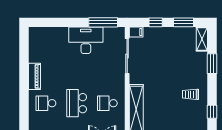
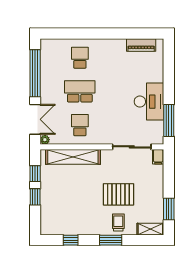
window: (156, 22) -> (169, 178), removed
window: (212, 64) -> (111, 240), moved
pallet: (170, 68) -> (118, 194), added
piano: (34, 76) -> (141, 45), moved
trolley: (191, 94) -> (118, 222), moved

